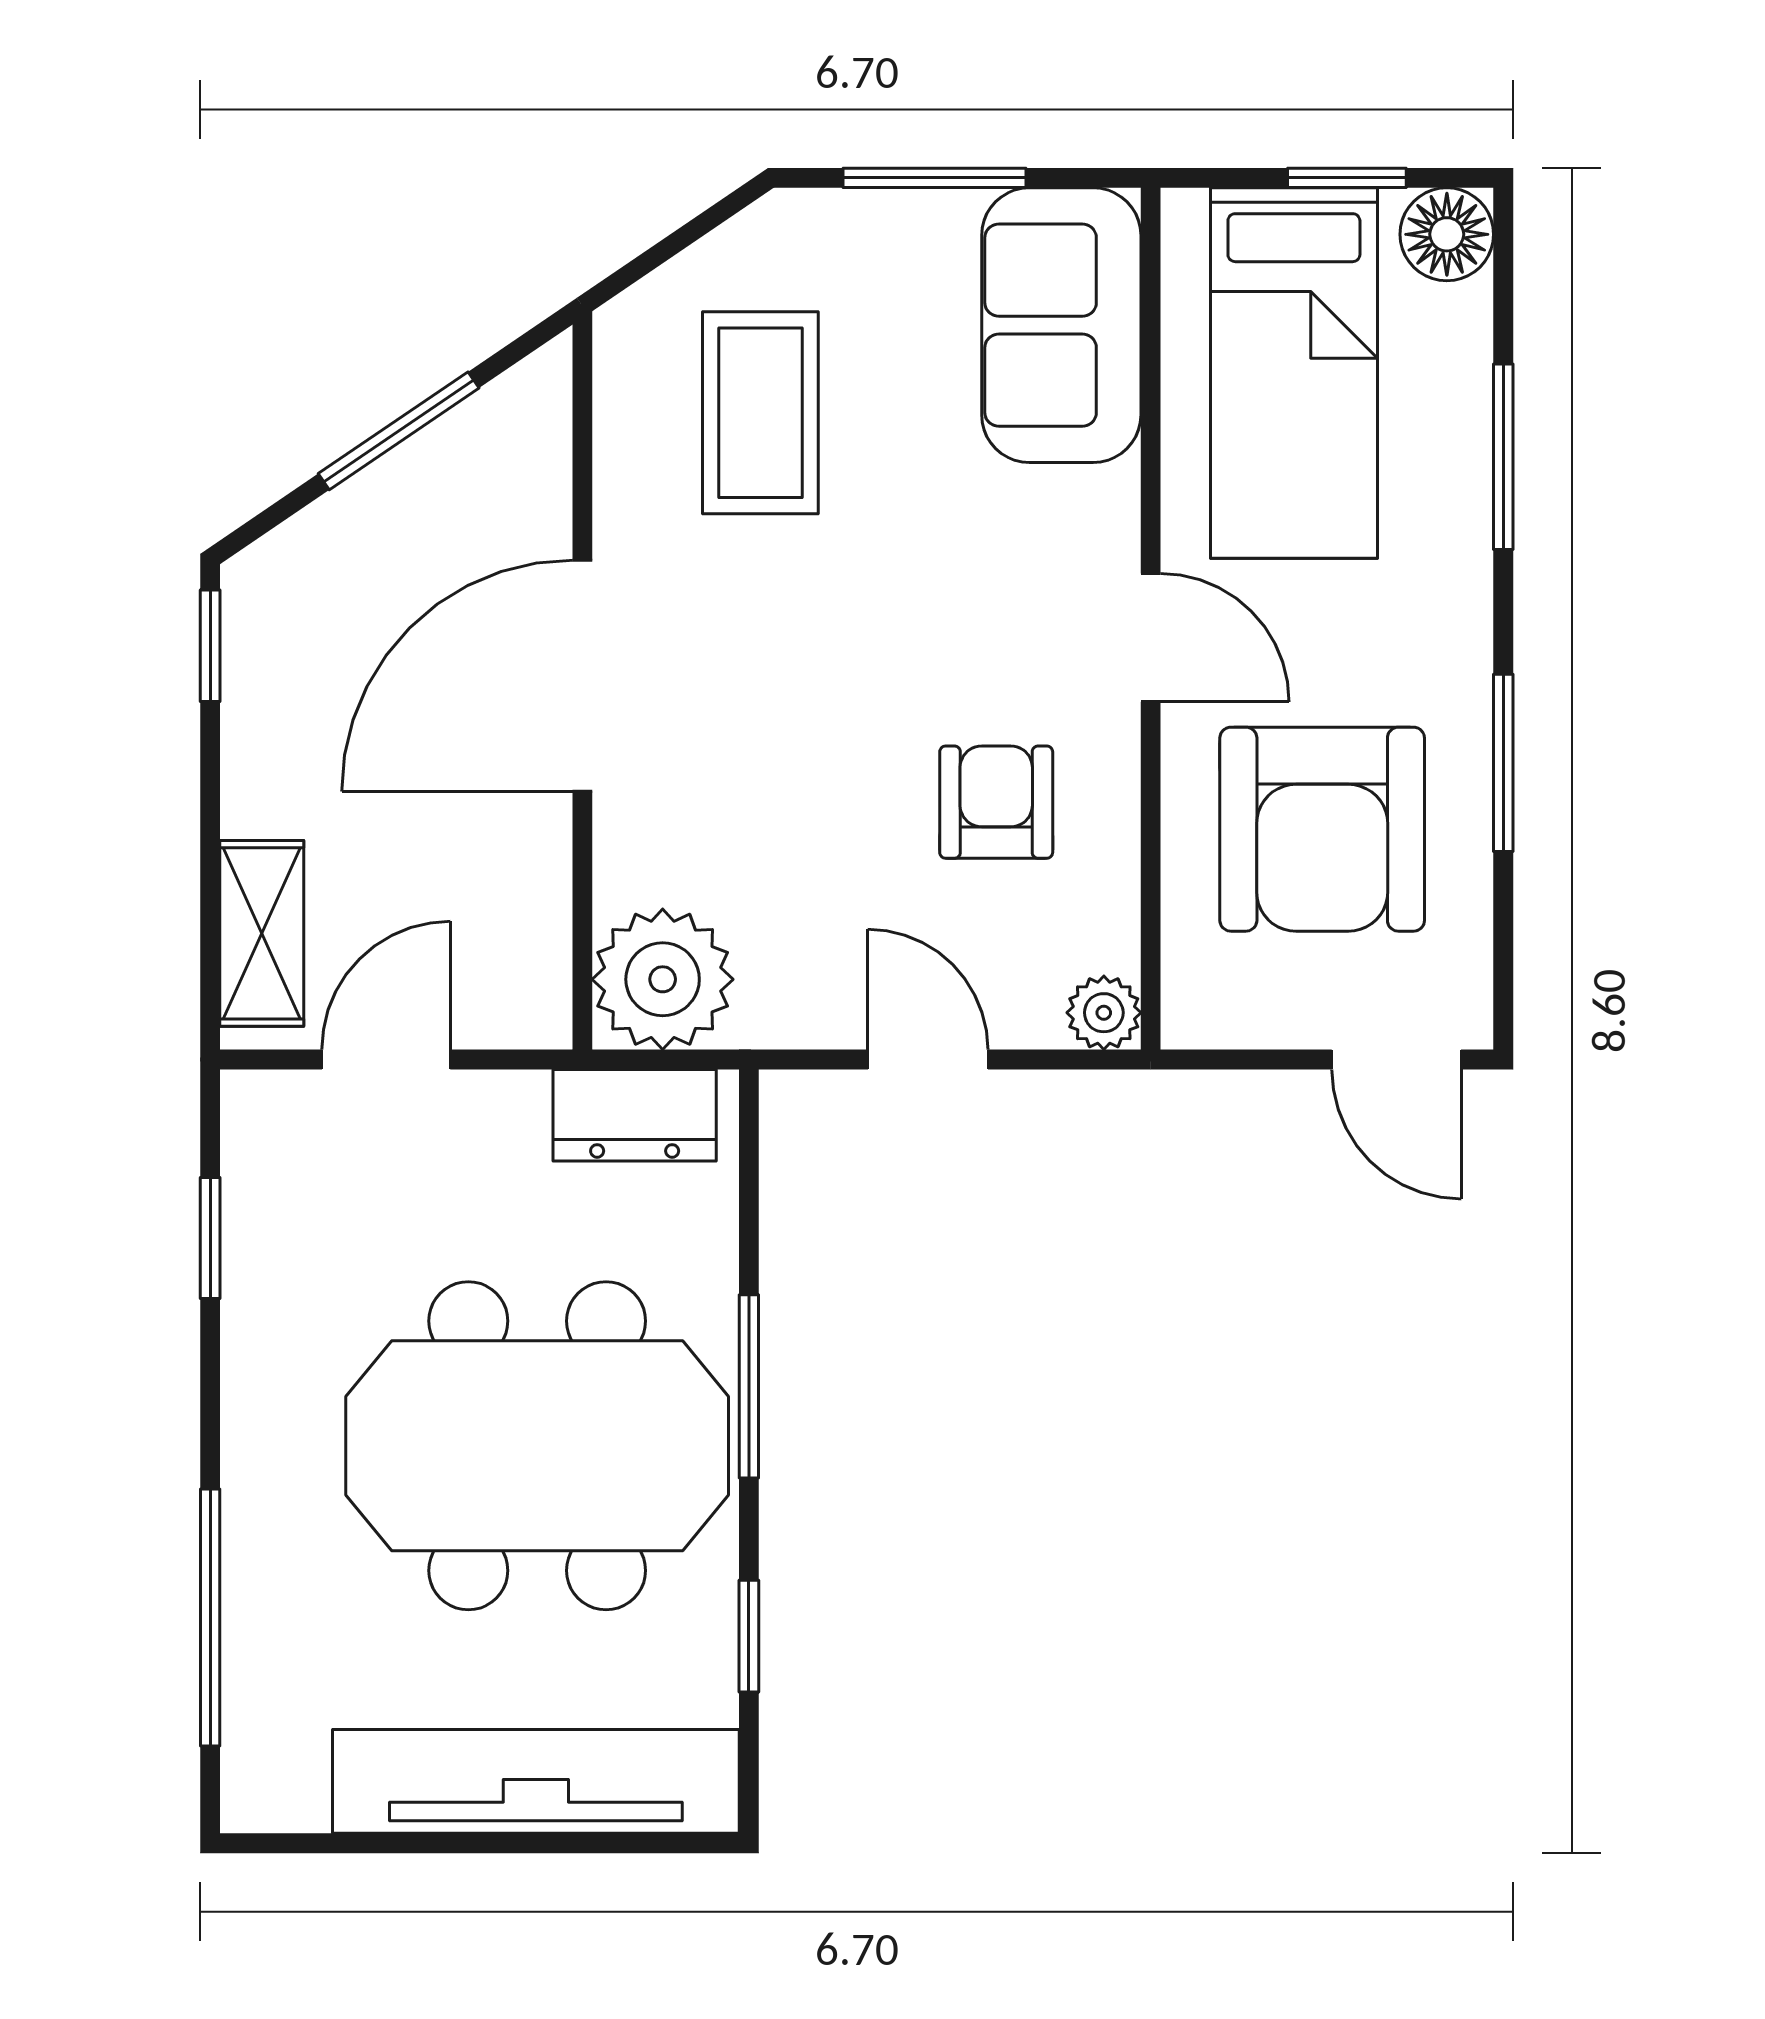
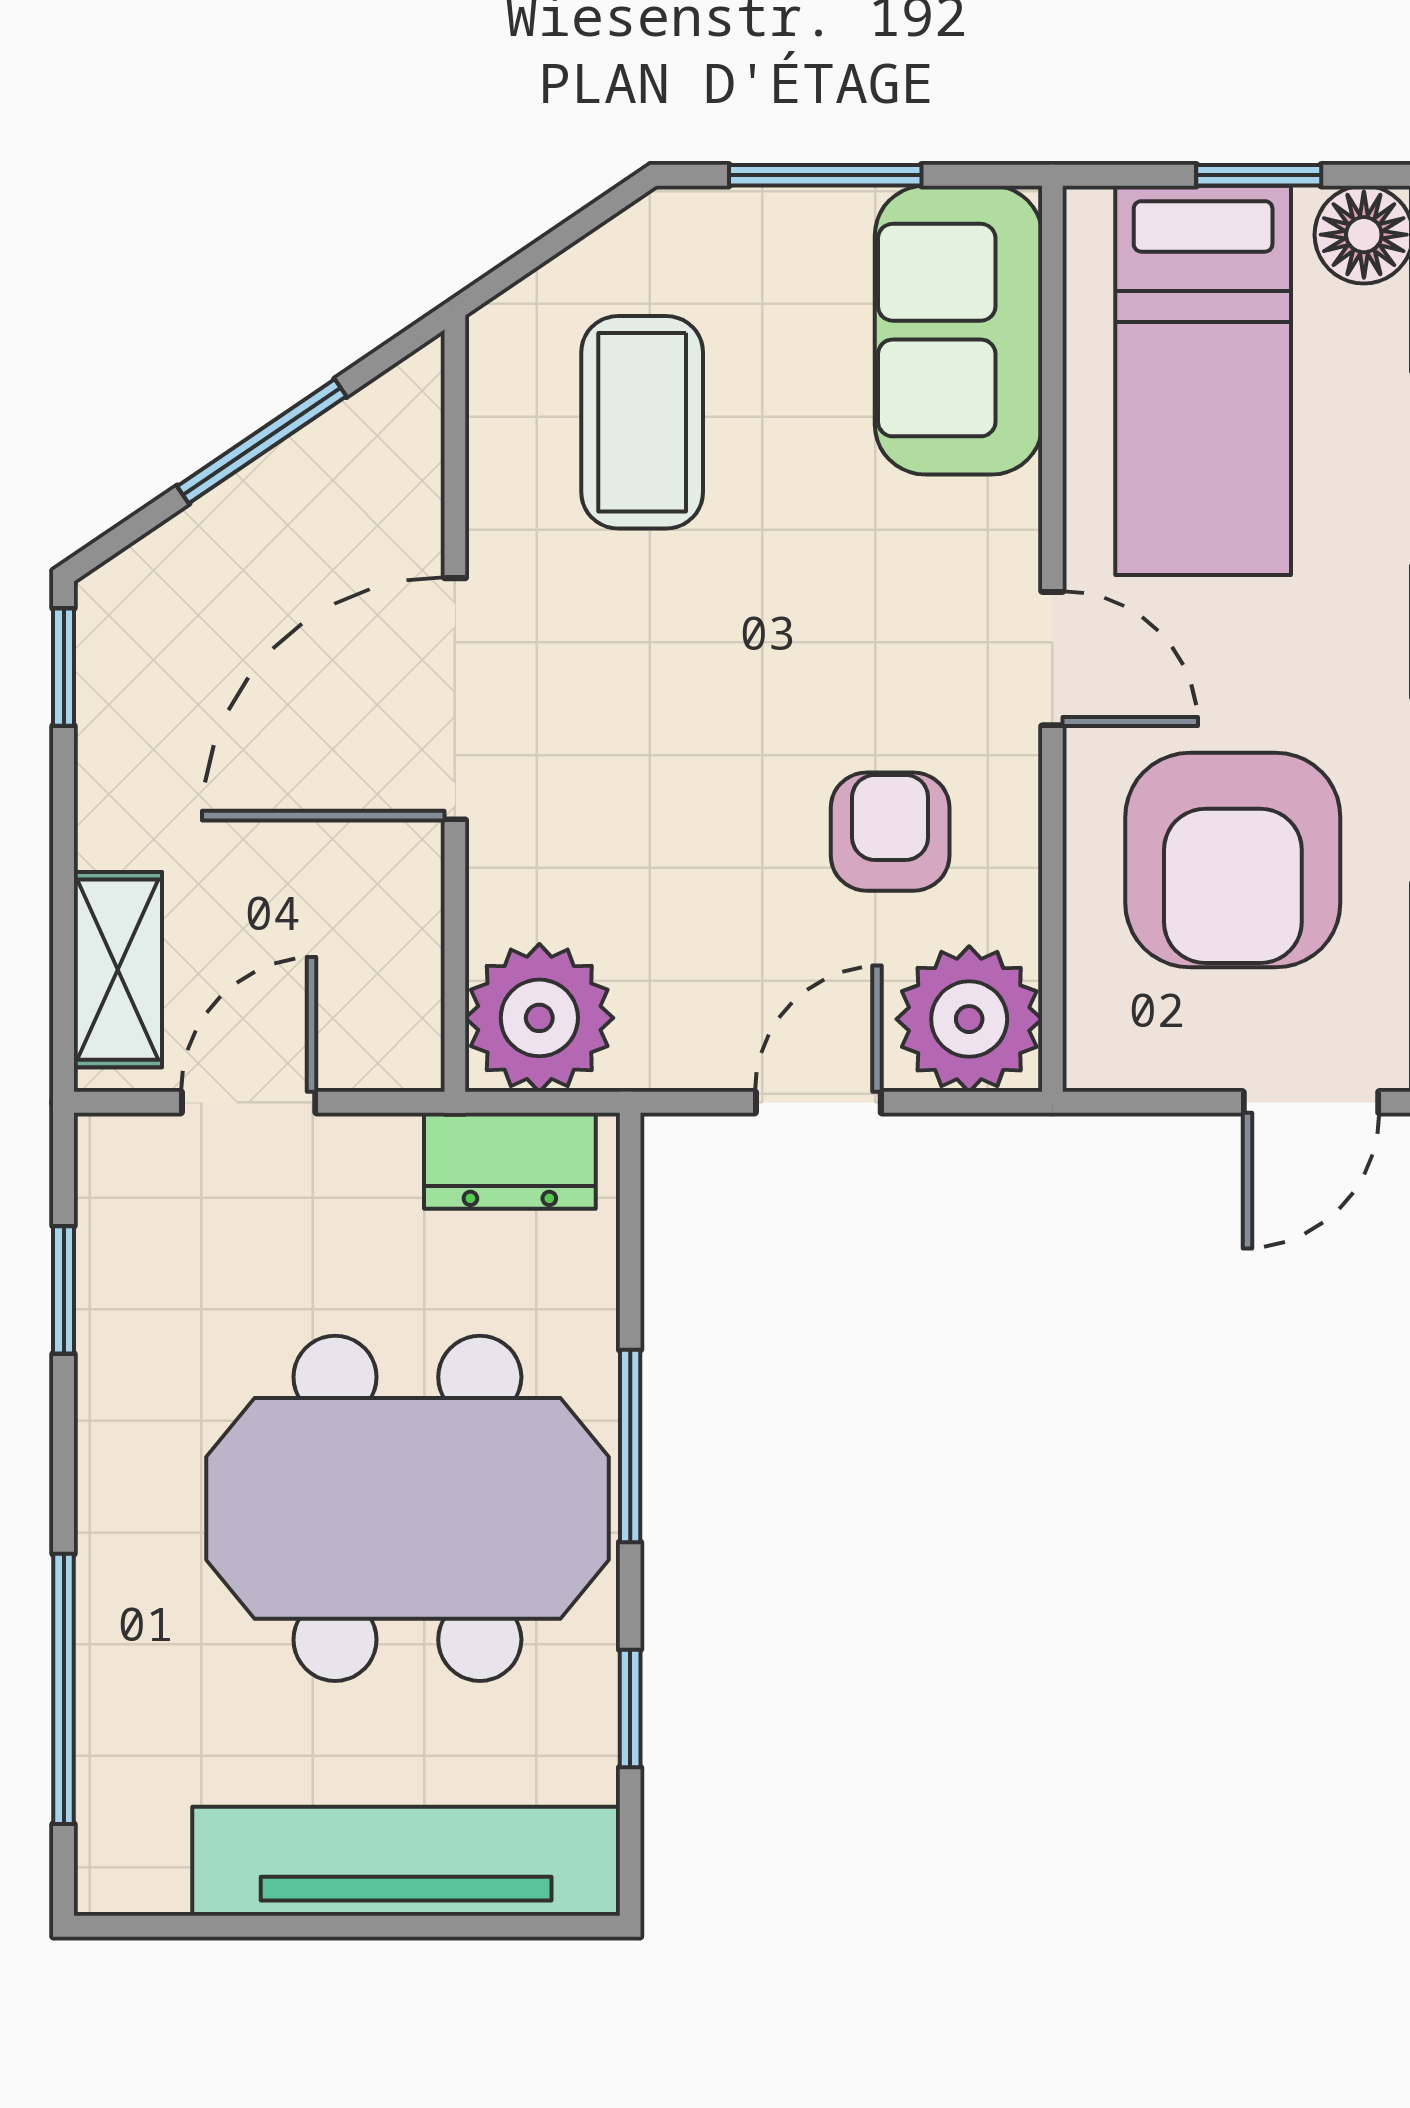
plant: (1104, 1013) -> (969, 1019), width x1.87, depth x1.87
door: (928, 1060) -> (818, 1102), hinge flipped
door: (1396, 1060) -> (1311, 1102), hinge flipped

